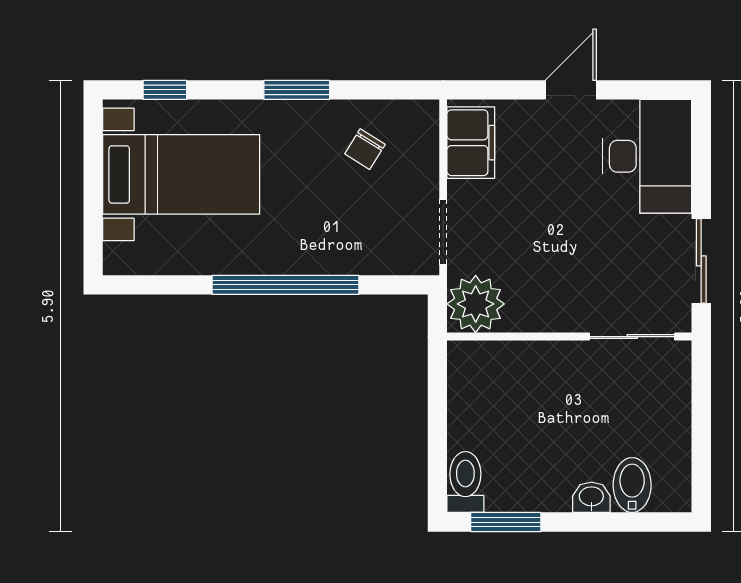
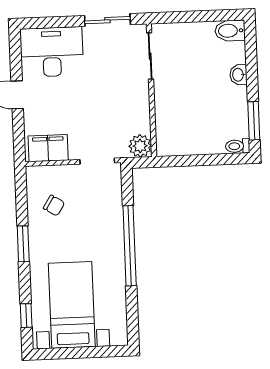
plant: (476, 304) -> (140, 146), width x0.73, depth x0.73
toilet: (465, 482) -> (238, 146), width x0.73, depth x0.72
bidet: (632, 485) -> (230, 31), moved

